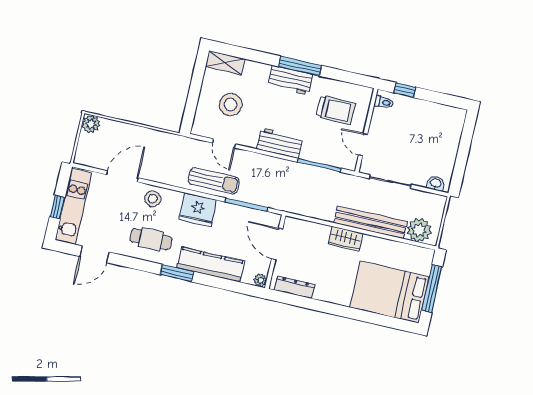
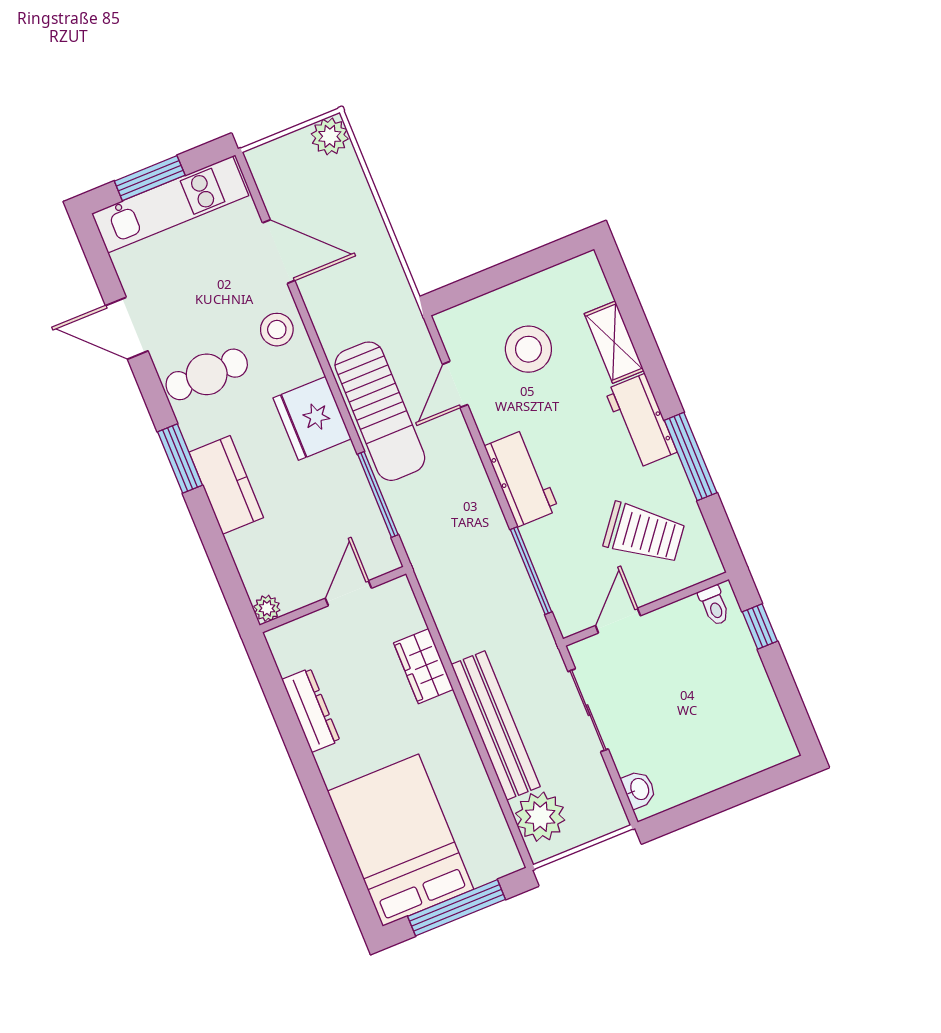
shelving: (225, 63) -> (614, 342), moved
window: (300, 66) -> (691, 457), moved
trolley: (336, 110) -> (644, 533), turned -52
sun lounger: (214, 181) -> (380, 411), width x1.36, depth x1.34
window: (57, 207) -> (150, 178), width x1.50
cafe table: (151, 239) -> (207, 374), turned 90
wardrobe: (346, 239) -> (423, 666), moved
door: (277, 244) -> (348, 593), width x0.73
door: (94, 254) -> (127, 328), moved
kitchen counter: (211, 265) -> (226, 485), width x0.67
dresser: (294, 287) -> (311, 710), moved

